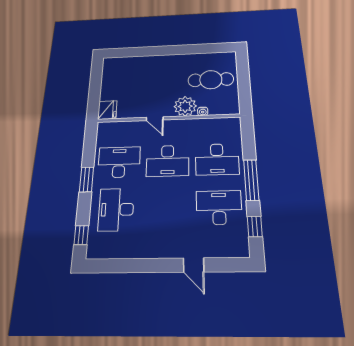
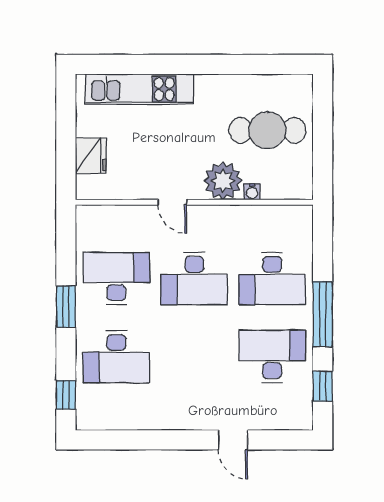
kitchen unit: (138, 63) -> (139, 89), added
fridge: (107, 110) -> (91, 156), moved
desk: (116, 209) -> (116, 357), turned -90

